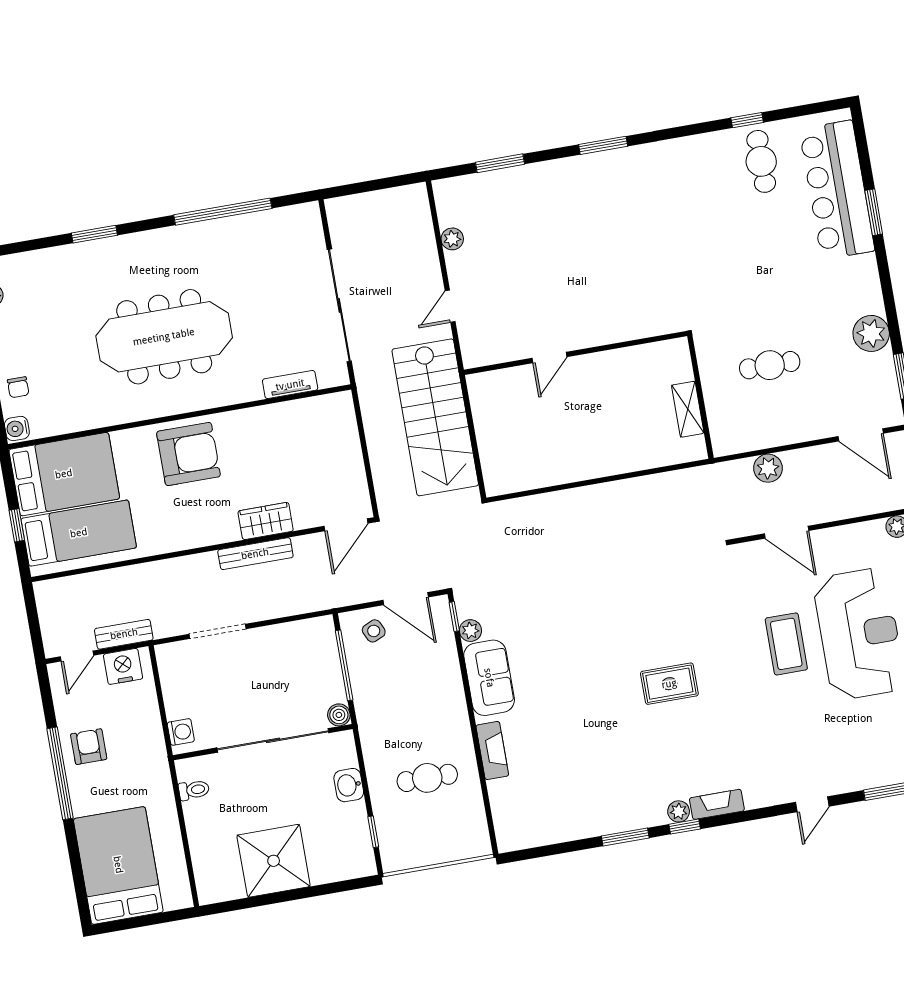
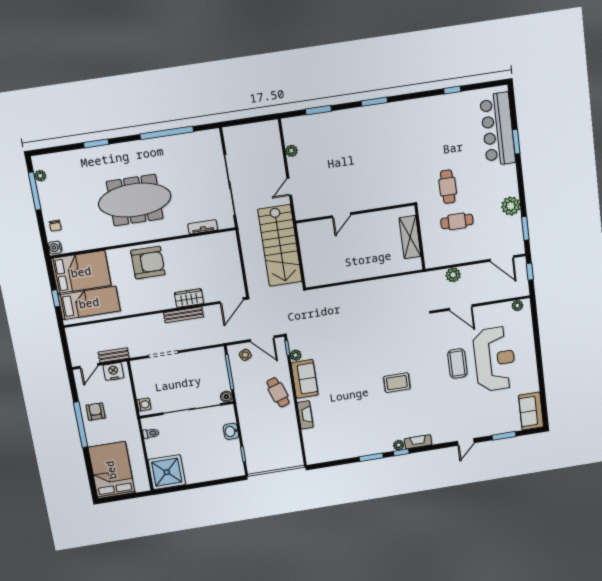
cafe table: (761, 161) -> (448, 187), moved
shelving: (688, 409) -> (410, 237), width x1.50, depth x1.33
cafe table: (427, 778) -> (278, 392), moved, turned 71
shower: (274, 861) -> (167, 472), moved

